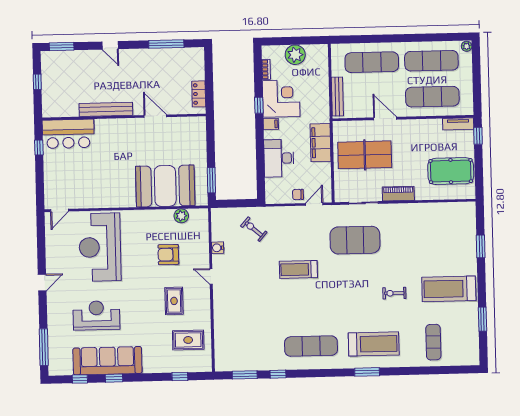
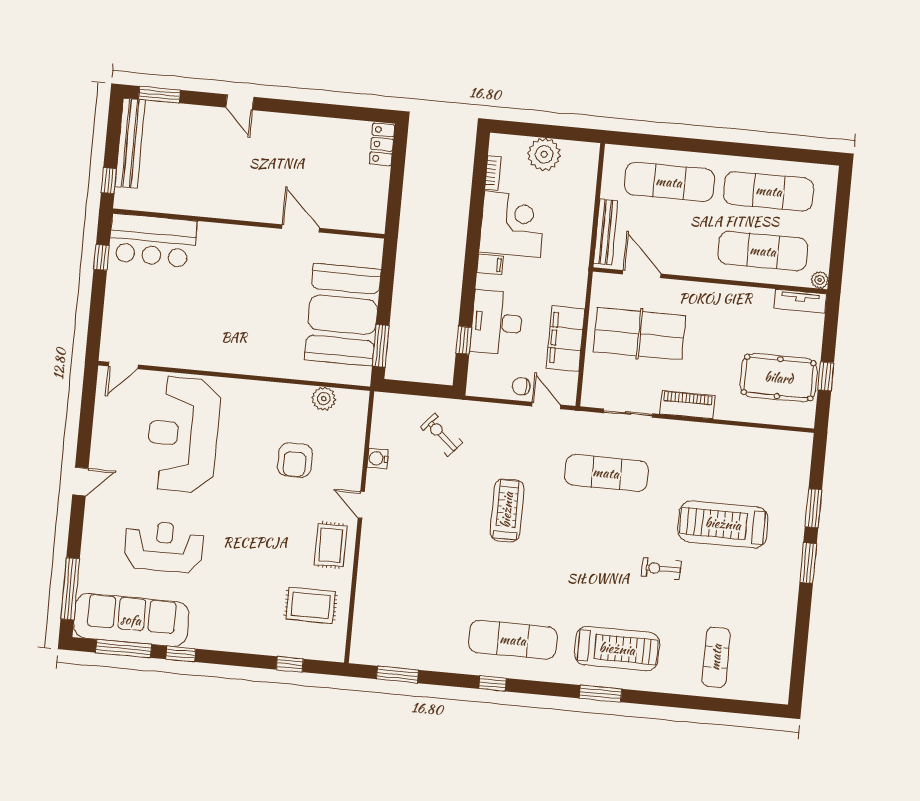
window: (166, 44) -> (333, 111), removed
plant: (467, 46) -> (820, 280), moved
window: (37, 82) -> (109, 181), moved
locker: (199, 94) -> (382, 144), moved
window: (259, 105) -> (464, 340), moved
bench: (106, 109) -> (130, 143), moved, turned 90
door: (385, 118) -> (642, 274), moved
window: (478, 136) -> (826, 376), moved
filing cabinet: (320, 143) -> (565, 339), moved
booth: (165, 186) -> (343, 315), moved, turned 90
door: (314, 204) -> (546, 405), hinge flipped
exercise mat: (355, 240) -> (606, 473), width x0.68
armchair: (168, 255) -> (295, 460), turned -90
treadmill: (298, 269) -> (507, 510), turned 90
treadmill: (449, 289) -> (723, 524), moved
rug: (174, 301) -> (331, 545), moved
window: (482, 319) -> (808, 563), moved
sofa: (107, 361) -> (131, 620), moved
window: (278, 374) -> (492, 683), moved
window: (80, 379) -> (124, 649), width x2.17

